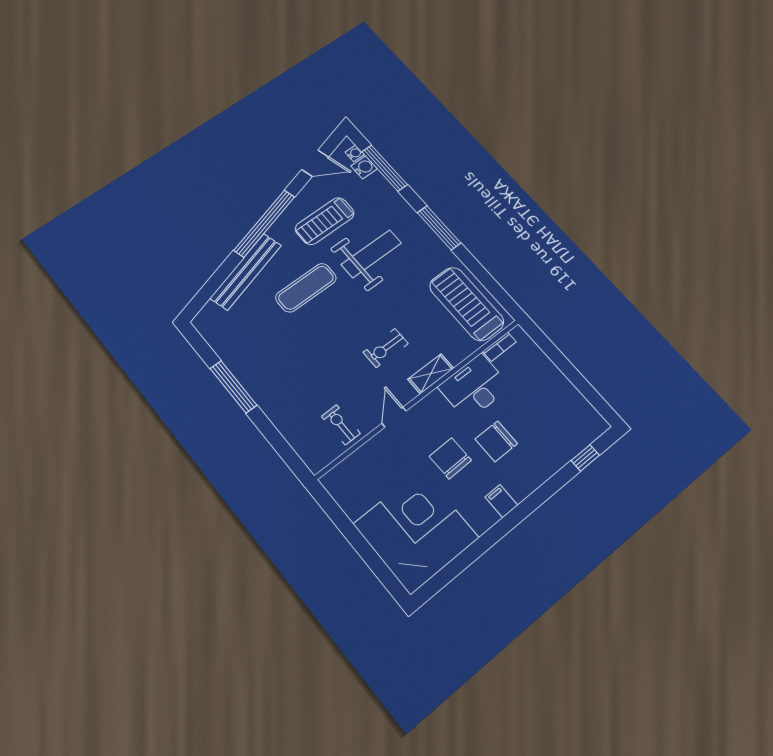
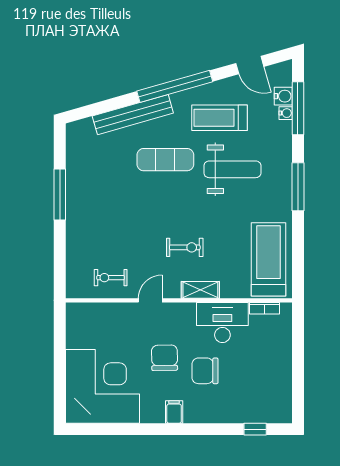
water cooler: (355, 153) -> (286, 113), moved
exercise bike: (386, 348) -> (185, 247), turned 180
exercise bike: (341, 425) -> (111, 278), turned -90

